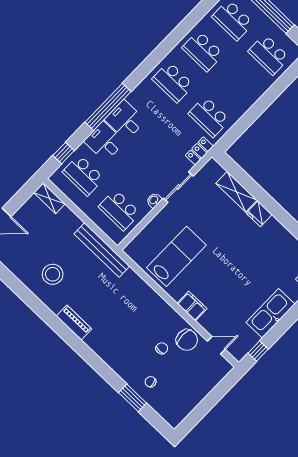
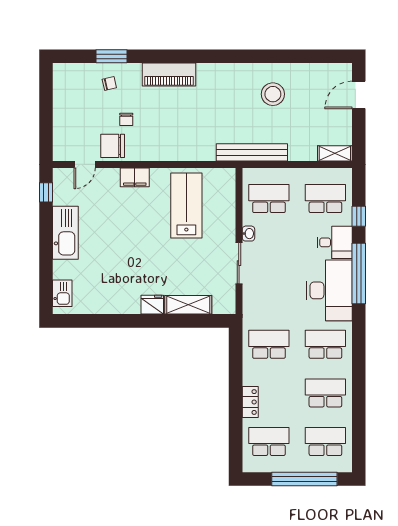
desk: (125, 120) -> (329, 290), width x1.87, depth x1.30
locker: (199, 151) -> (250, 402), moved
window: (64, 153) -> (359, 216), moved
lab bench: (176, 256) -> (186, 205), turned 180
piano: (74, 323) -> (169, 75), moved, width x1.37, depth x1.33

